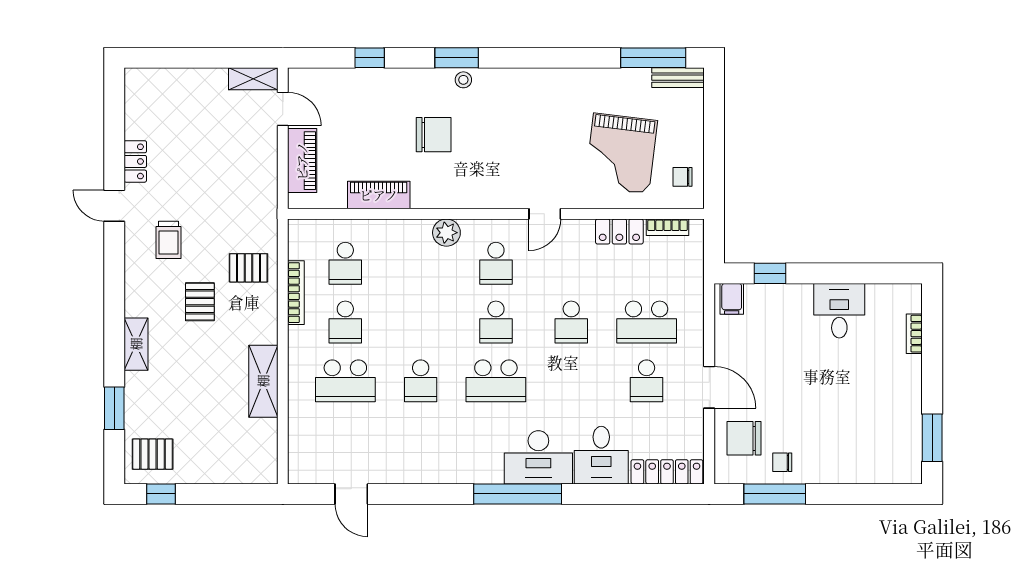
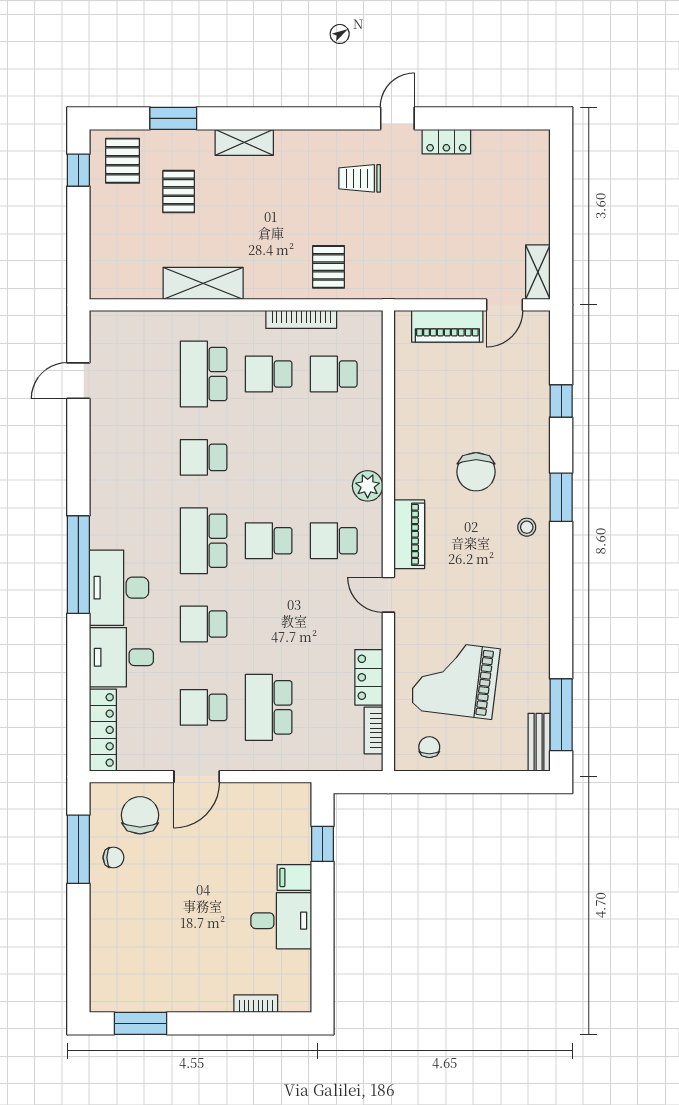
stool: (463, 80) -> (527, 527), moved
piano: (379, 195) -> (409, 534), moved
filing cabinet: (732, 299) -> (294, 878), moved
pallet: (200, 302) -> (179, 192), moved, turned 90
school desk: (571, 322) -> (204, 624), moved
chair: (782, 462) -> (113, 857), turned 90

